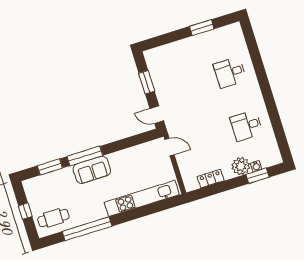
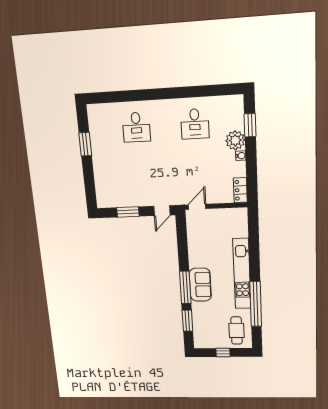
water cooler: (256, 166) -> (241, 156), moved
locker: (211, 179) -> (240, 190), moved
kitchen unit: (142, 198) -> (242, 274), moved

